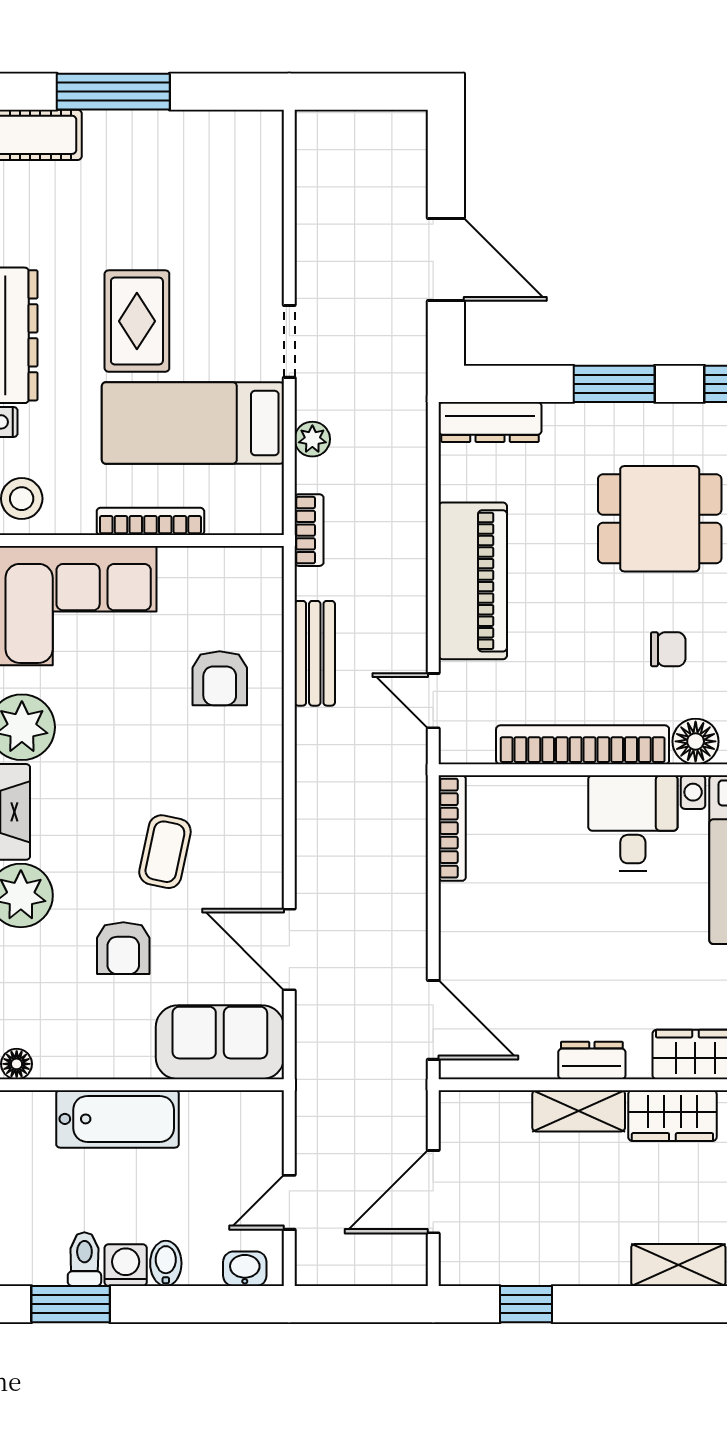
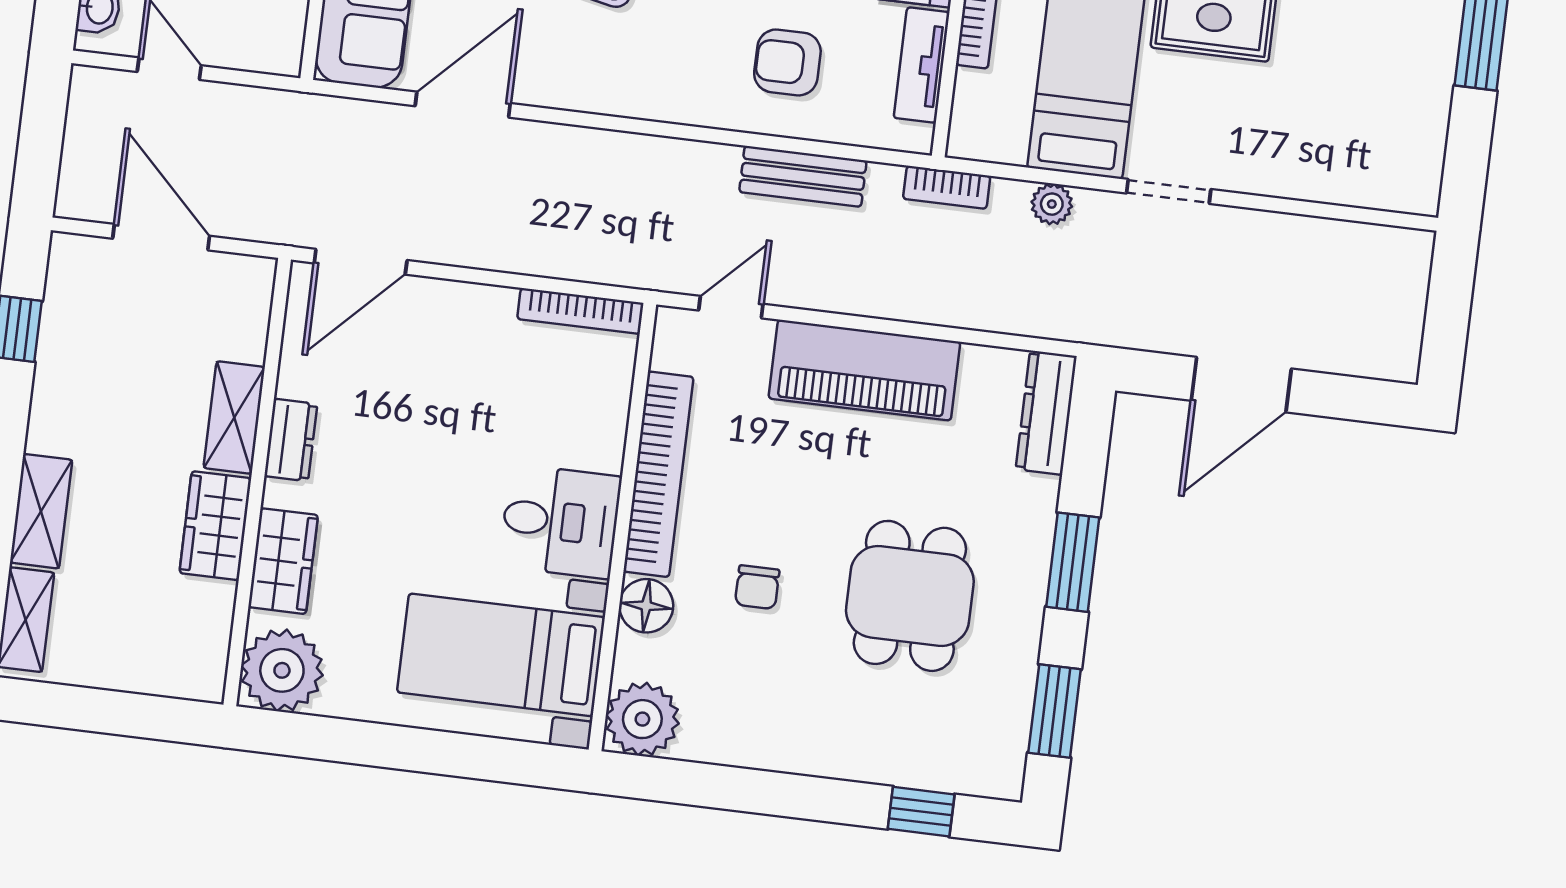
tv unit: (208, 564) -> (922, 65), added

